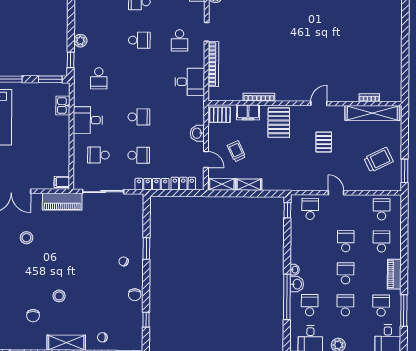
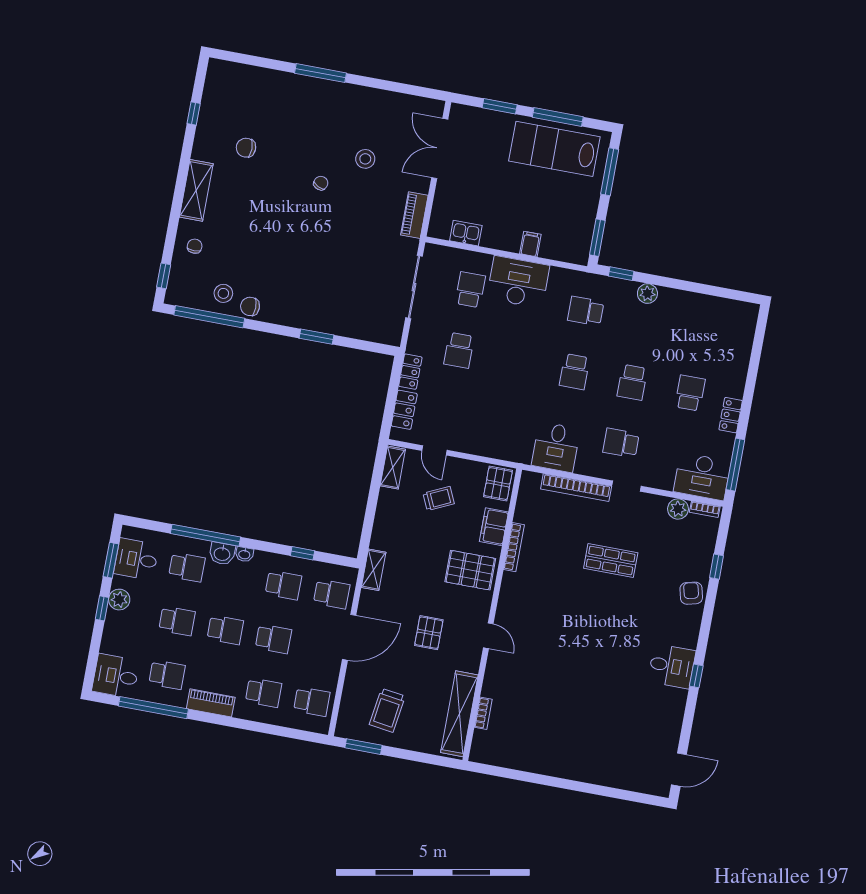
shop shelf: (256, 33) -> (611, 560), added
kitchen sink: (63, 106) -> (466, 233), moved
school desk: (139, 117) -> (575, 372), moved
desk: (88, 120) -> (518, 282), width x1.37
washbasin: (197, 133) -> (476, 445), removed
pallet: (324, 142) -> (429, 633), turned 90
door: (206, 160) -> (434, 450), hinge flipped
trolley: (378, 160) -> (387, 710), turned 34
filing cabinet: (62, 182) -> (530, 244), moved
locker: (152, 184) -> (410, 372), width x0.66
shelving: (249, 185) -> (374, 570), moved
door: (336, 193) -> (349, 637), width x1.88
piano: (62, 202) -> (414, 215), width x0.73, depth x0.75
window: (287, 210) -> (303, 553), moved
school desk: (310, 241) -> (283, 585), added
chair: (124, 261) -> (321, 183), moved
stool: (59, 296) -> (223, 293), moved
window: (404, 310) -> (153, 708), width x1.46
window: (146, 320) -> (209, 317), width x3.17

